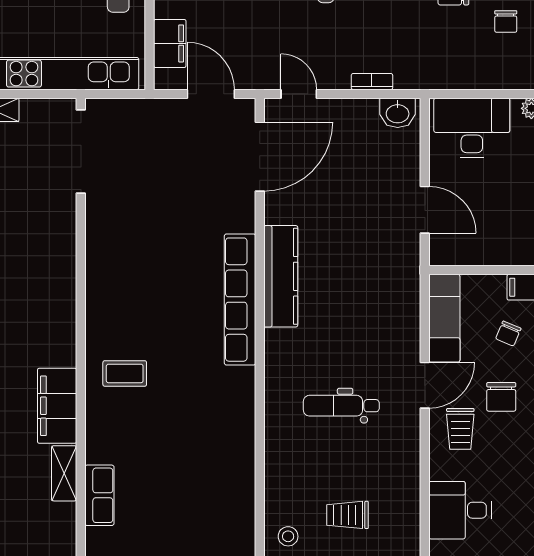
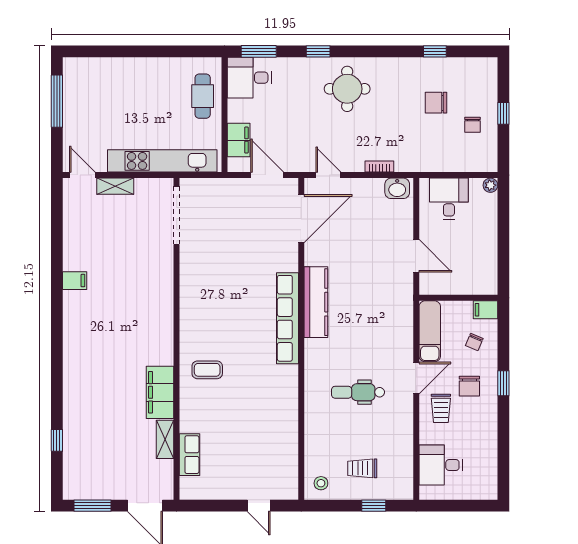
desk: (472, 128) -> (449, 199), width x0.73

